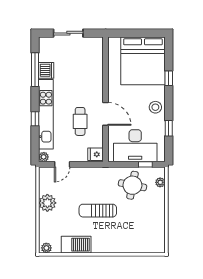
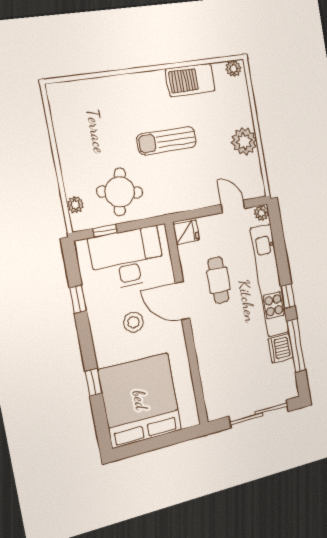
sliding door: (68, 33) -> (259, 414), width x1.37
stool: (155, 107) -> (133, 322), moved
window: (35, 119) -> (288, 296), moved
door: (62, 164) -> (233, 206), hinge flipped
sun lounger: (98, 211) -> (167, 141), turned 180

